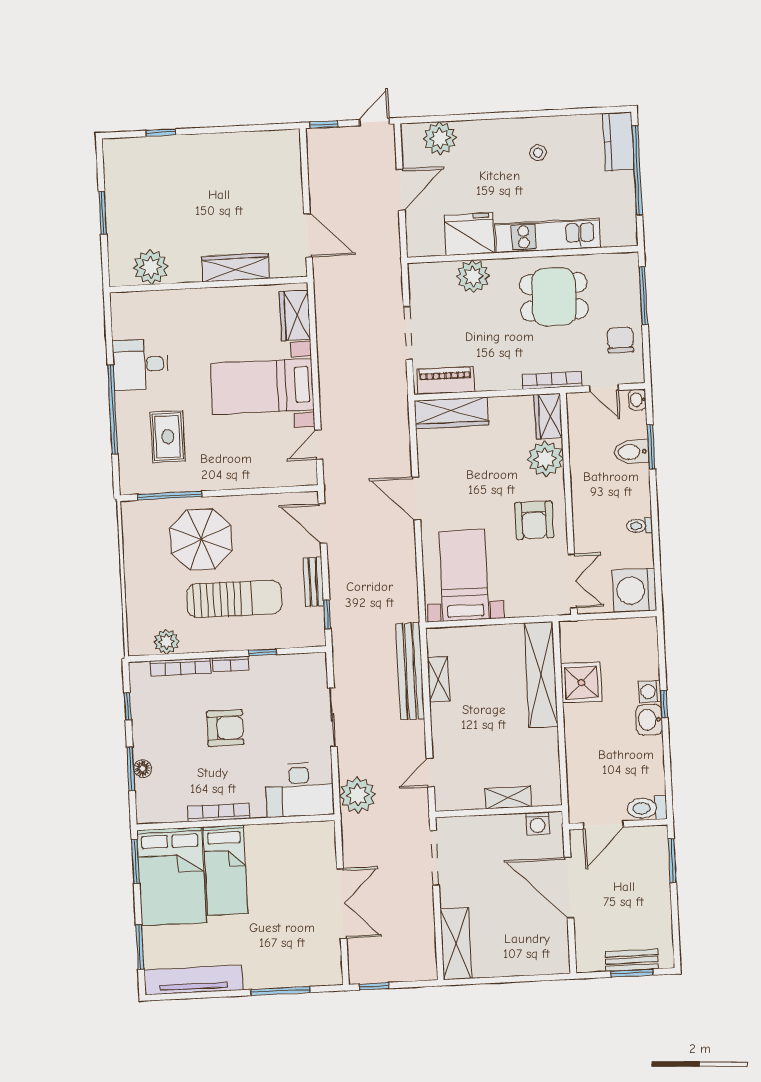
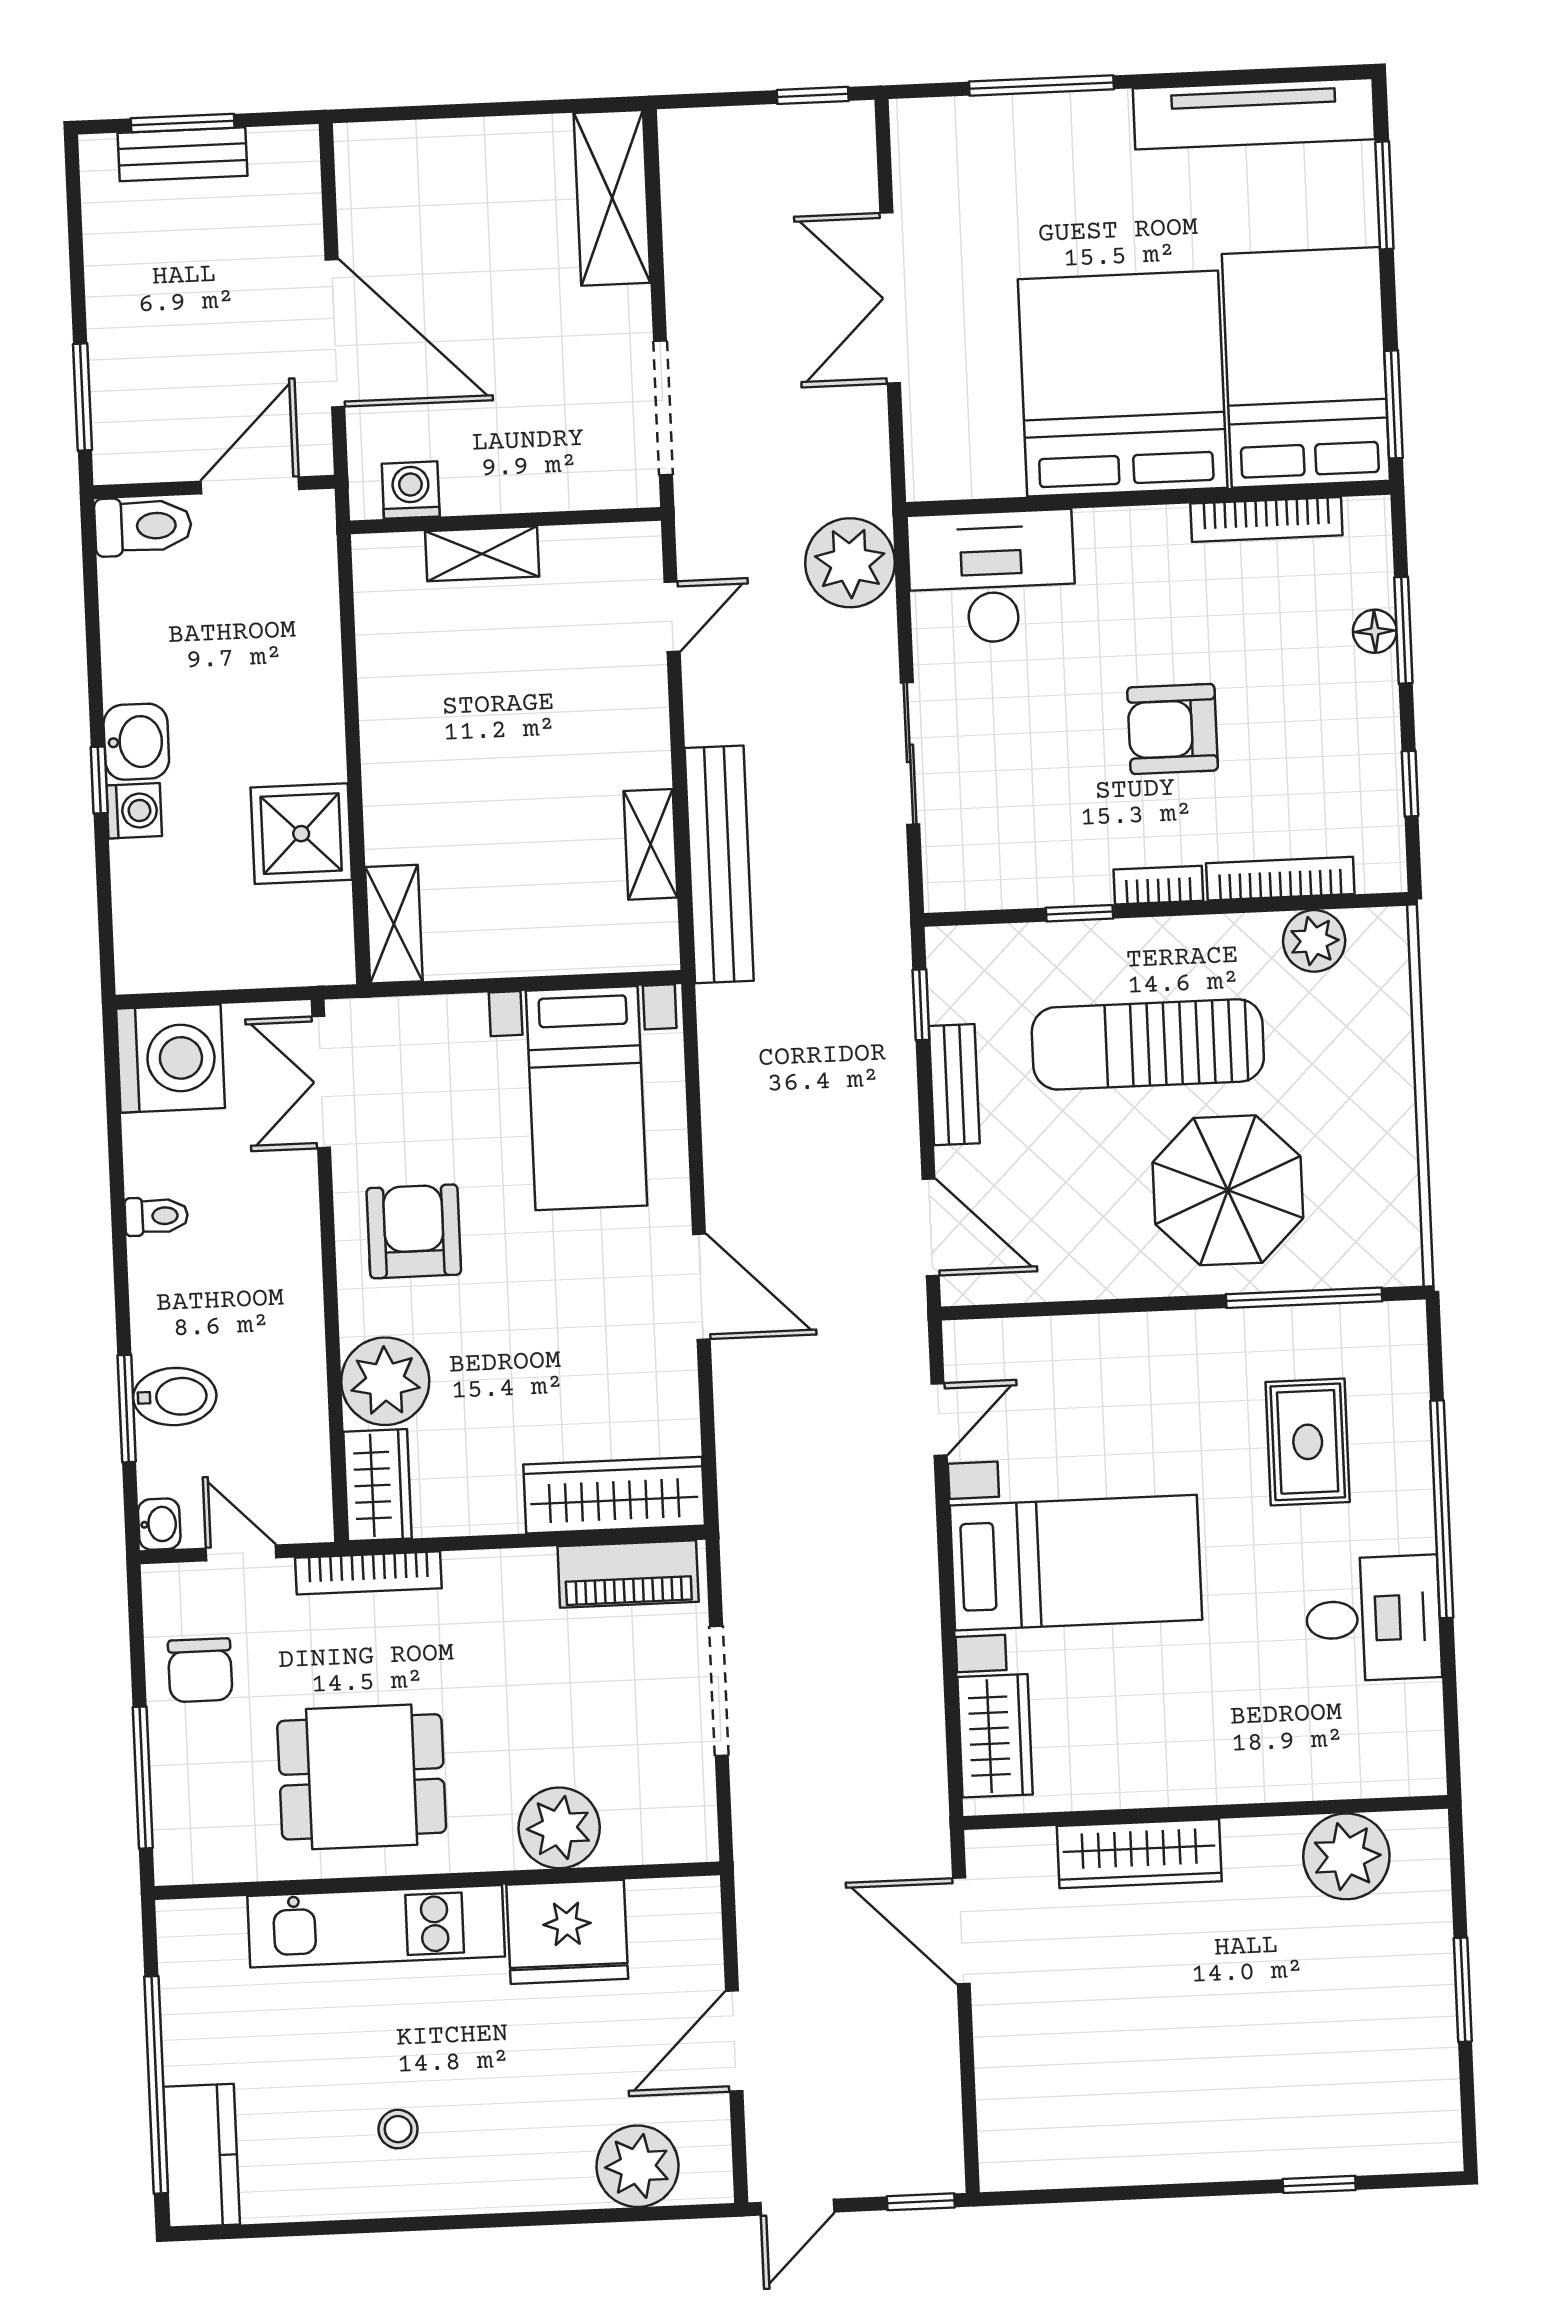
shelving: (541, 675) -> (394, 924), width x0.45, depth x0.75
bookcase: (219, 812) -> (1266, 519), moved
bed: (226, 870) -> (1123, 384), width x2.04

